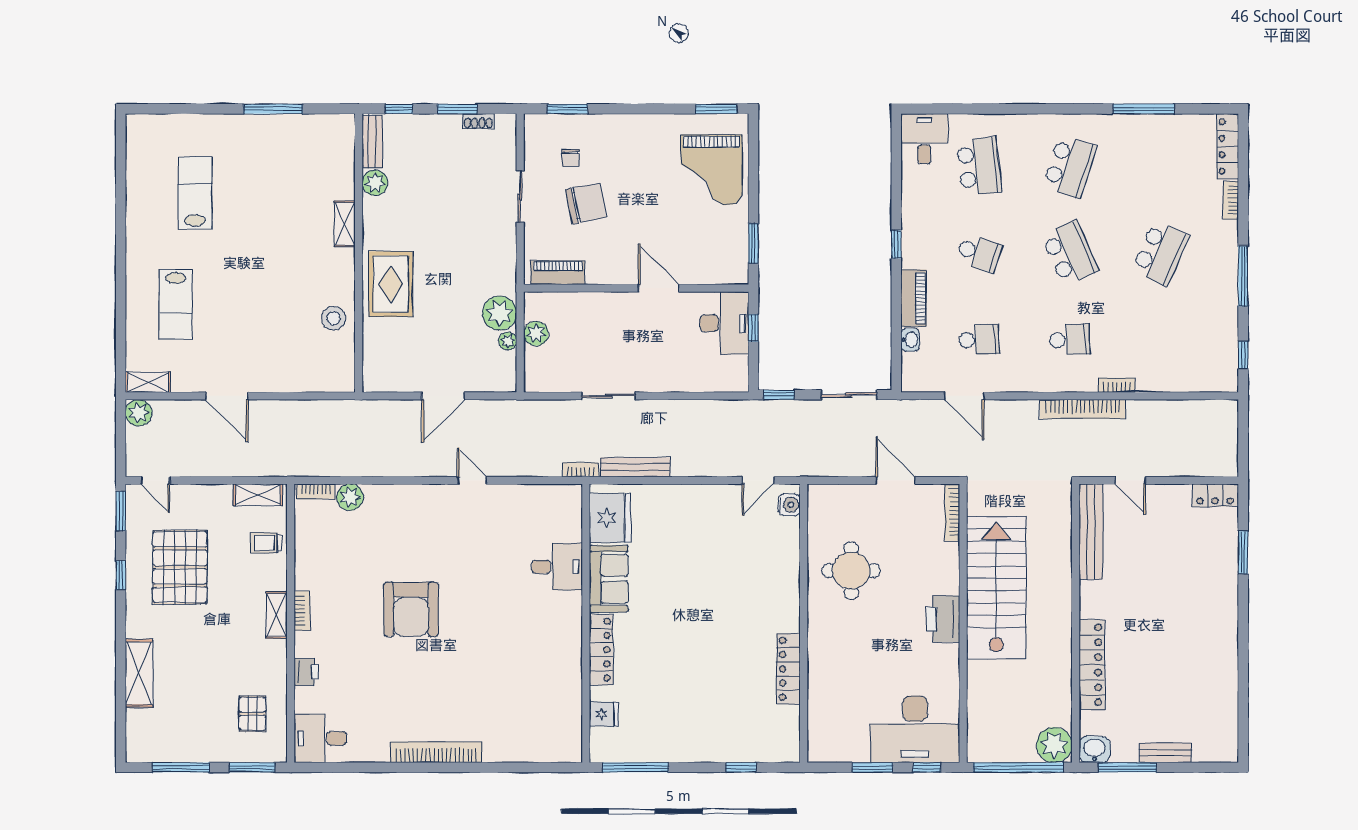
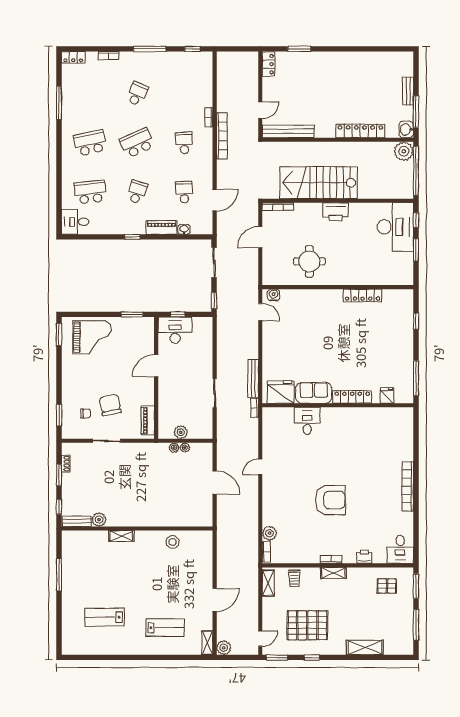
locker: (1227, 146) -> (73, 57), width x0.66
school desk: (1070, 166) -> (90, 143), turned -30
school desk: (1160, 253) -> (137, 94), width x0.54
rug: (391, 284) -> (154, 511), removed
plant: (500, 313) -> (174, 448), width x0.53, depth x0.53

